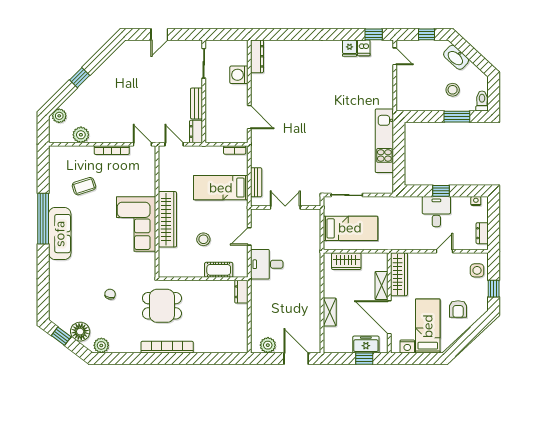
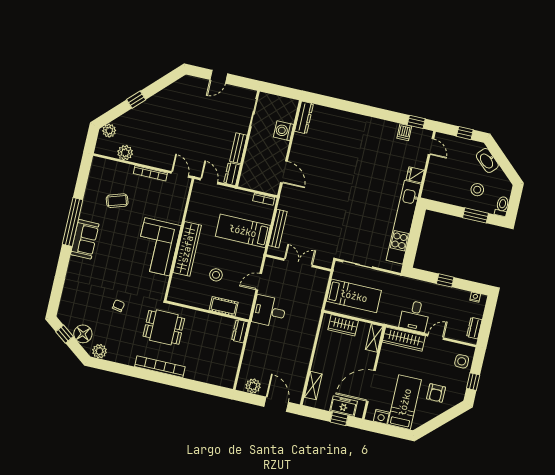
fridge: (350, 48) -> (415, 175), moved, turned 90
kitchen unit: (384, 141) -> (404, 222), width x1.36
bench: (256, 182) -> (278, 229), width x1.36
desk: (436, 212) -> (415, 316), moved, turned 180
sofa: (60, 234) -> (85, 239), width x0.73
wardrobe: (399, 274) -> (404, 339), moved, turned 90
shelving: (381, 286) -> (374, 338), moved
shelving: (330, 312) -> (313, 386), moved
door: (389, 317) -> (371, 386), hinge flipped

